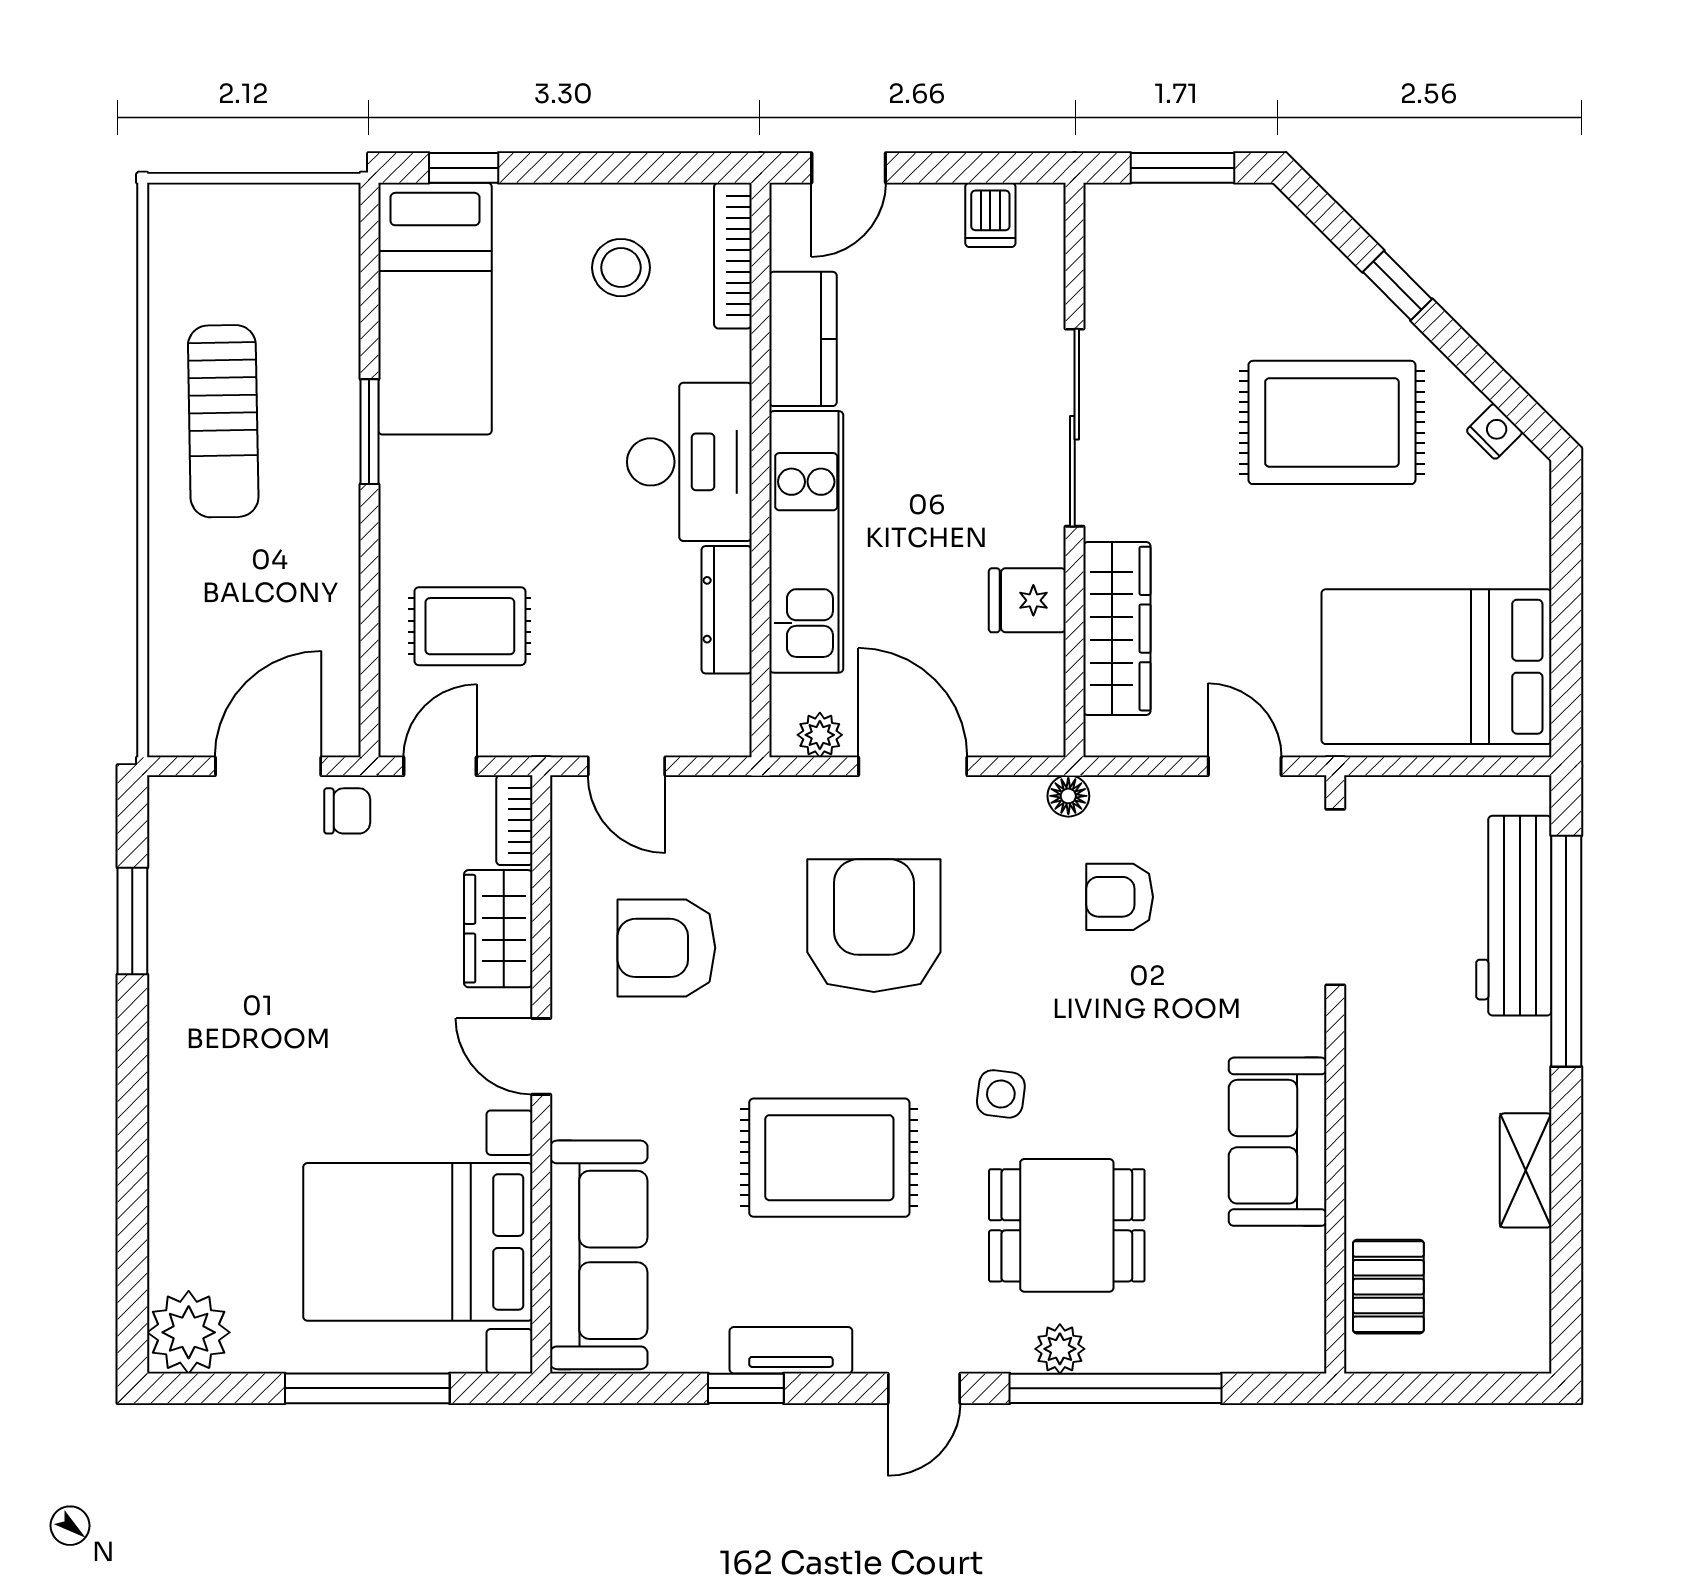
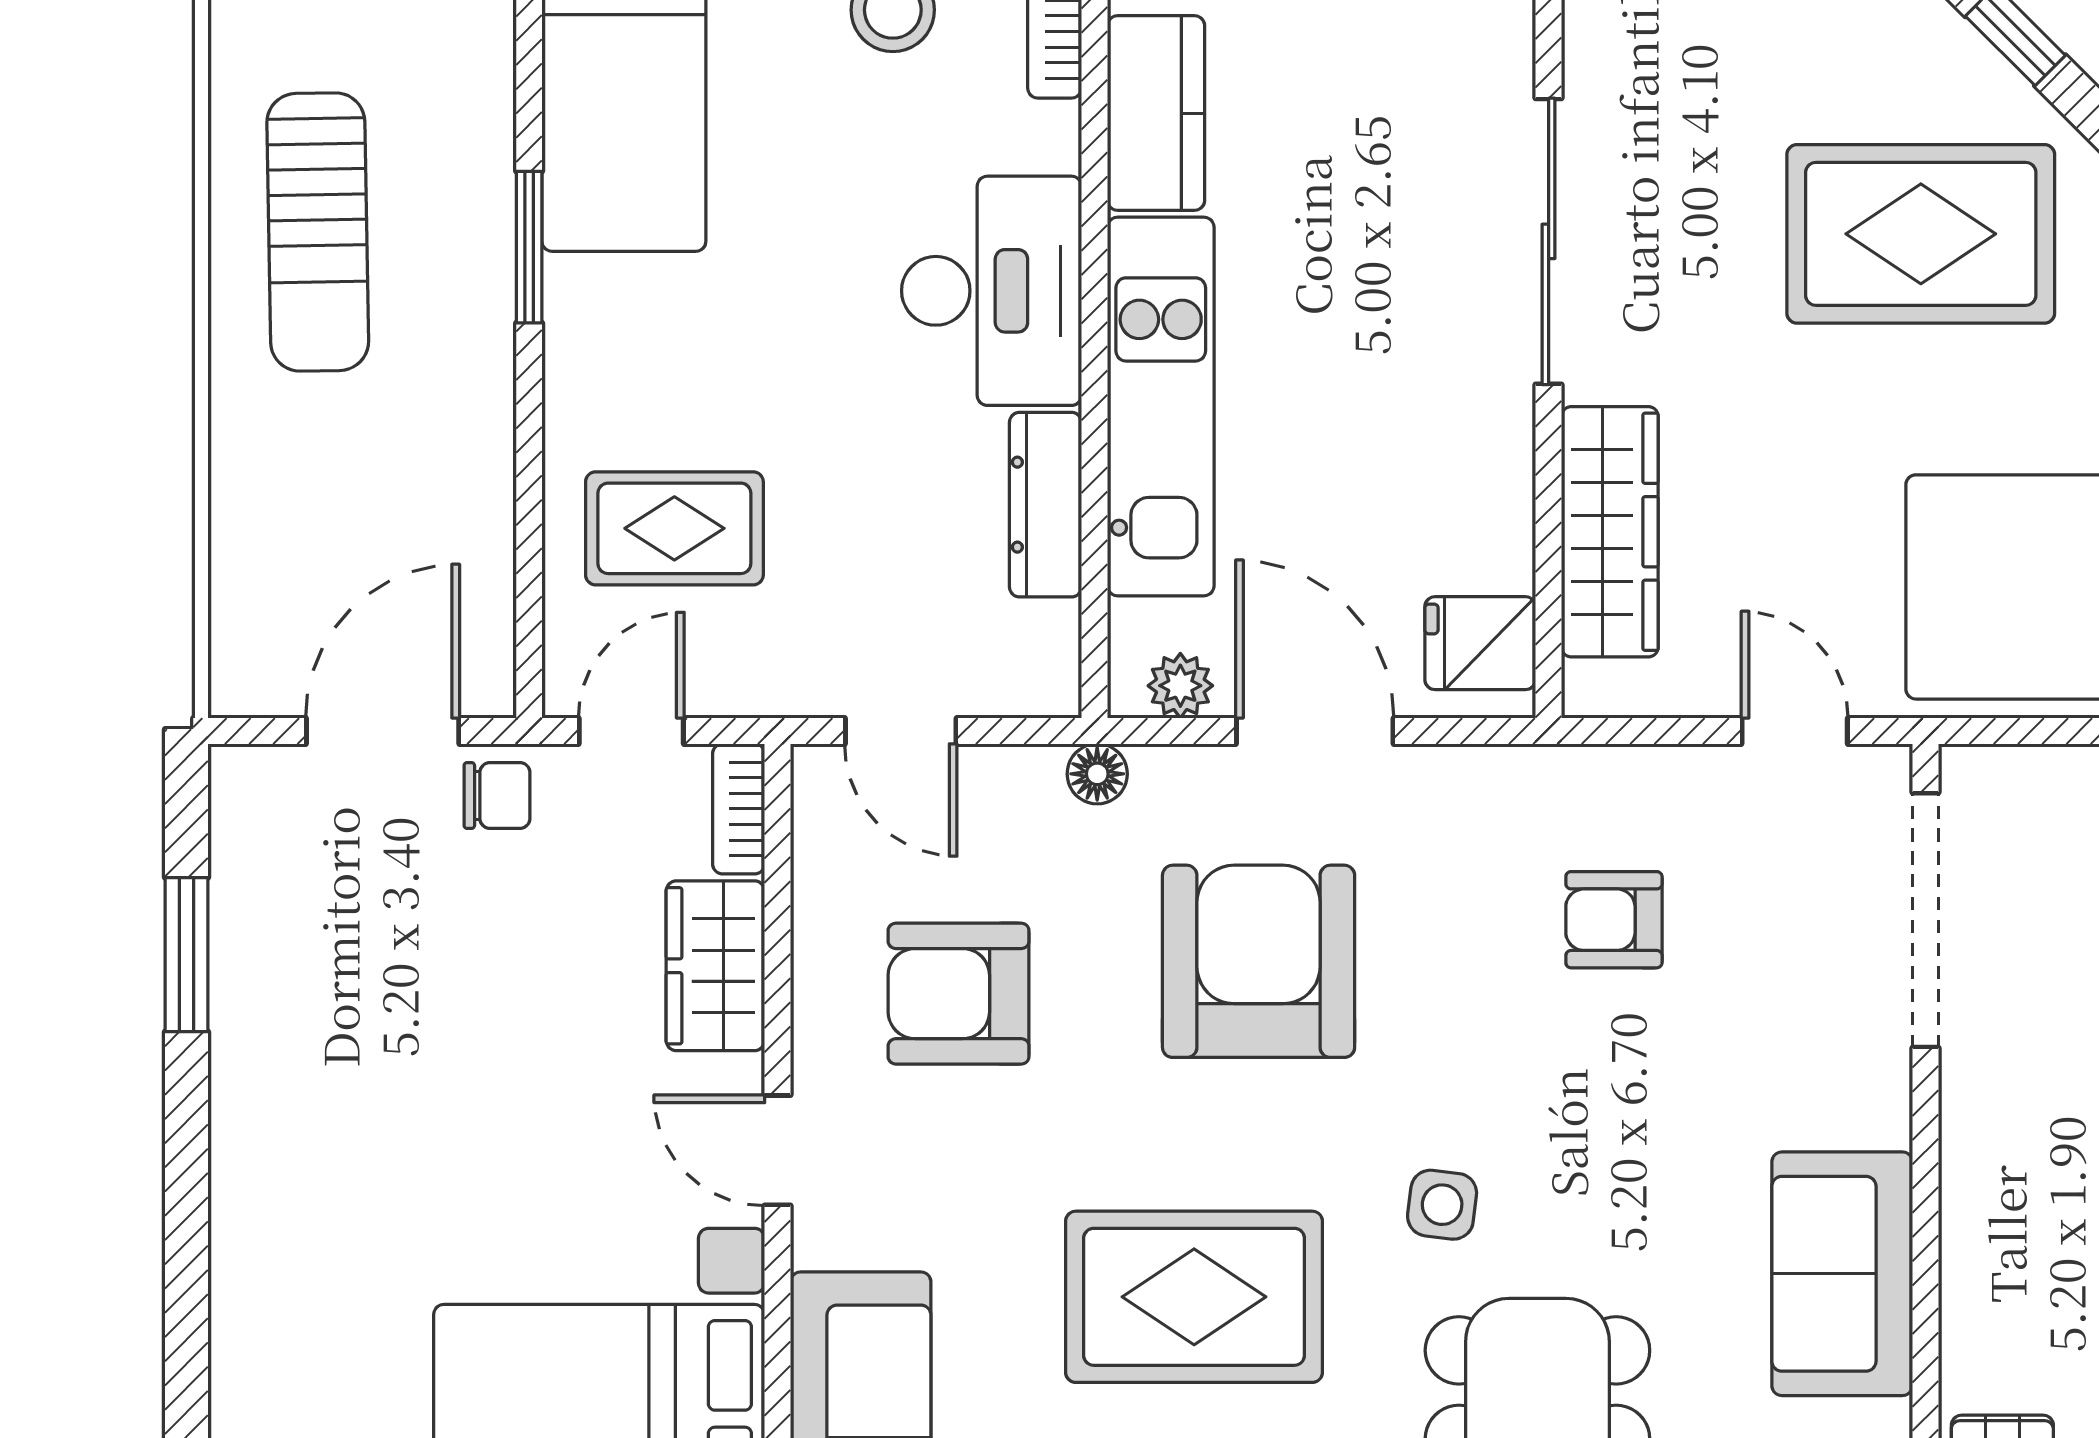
fridge: (1027, 600) -> (1480, 643), moved
floor lamp: (1068, 796) -> (1097, 774), moved

